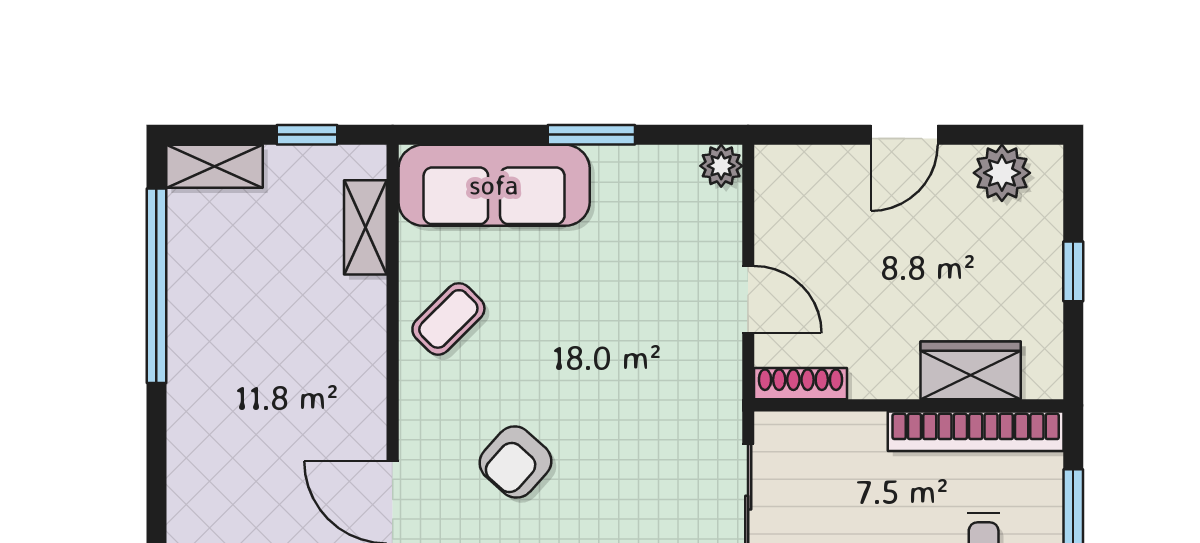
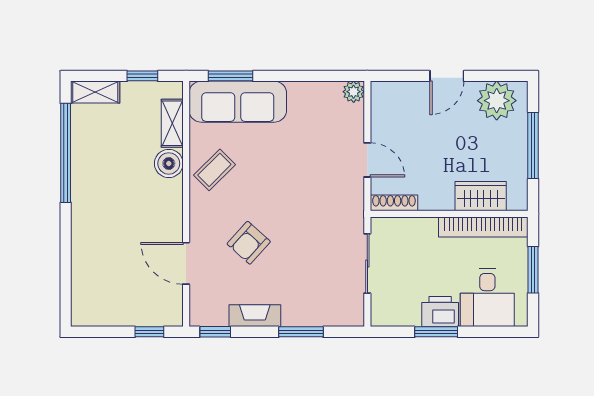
window: (591, 135) -> (230, 76), moved
plant: (1002, 173) -> (497, 101), width x1.36, depth x1.36
window: (1073, 271) -> (533, 146), width x2.17
boiler: (359, 307) -> (169, 163), added

